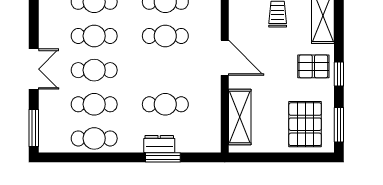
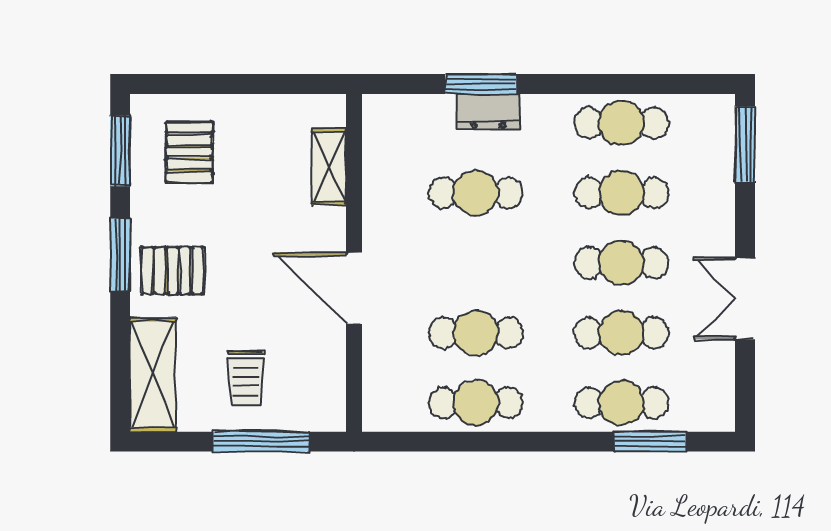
double door: (34, 69) -> (745, 298), moved
window: (339, 74) -> (120, 255), width x1.50
shelving: (240, 117) -> (329, 167), width x0.67, depth x0.75
pallet: (305, 124) -> (189, 152), width x0.67, depth x0.71

